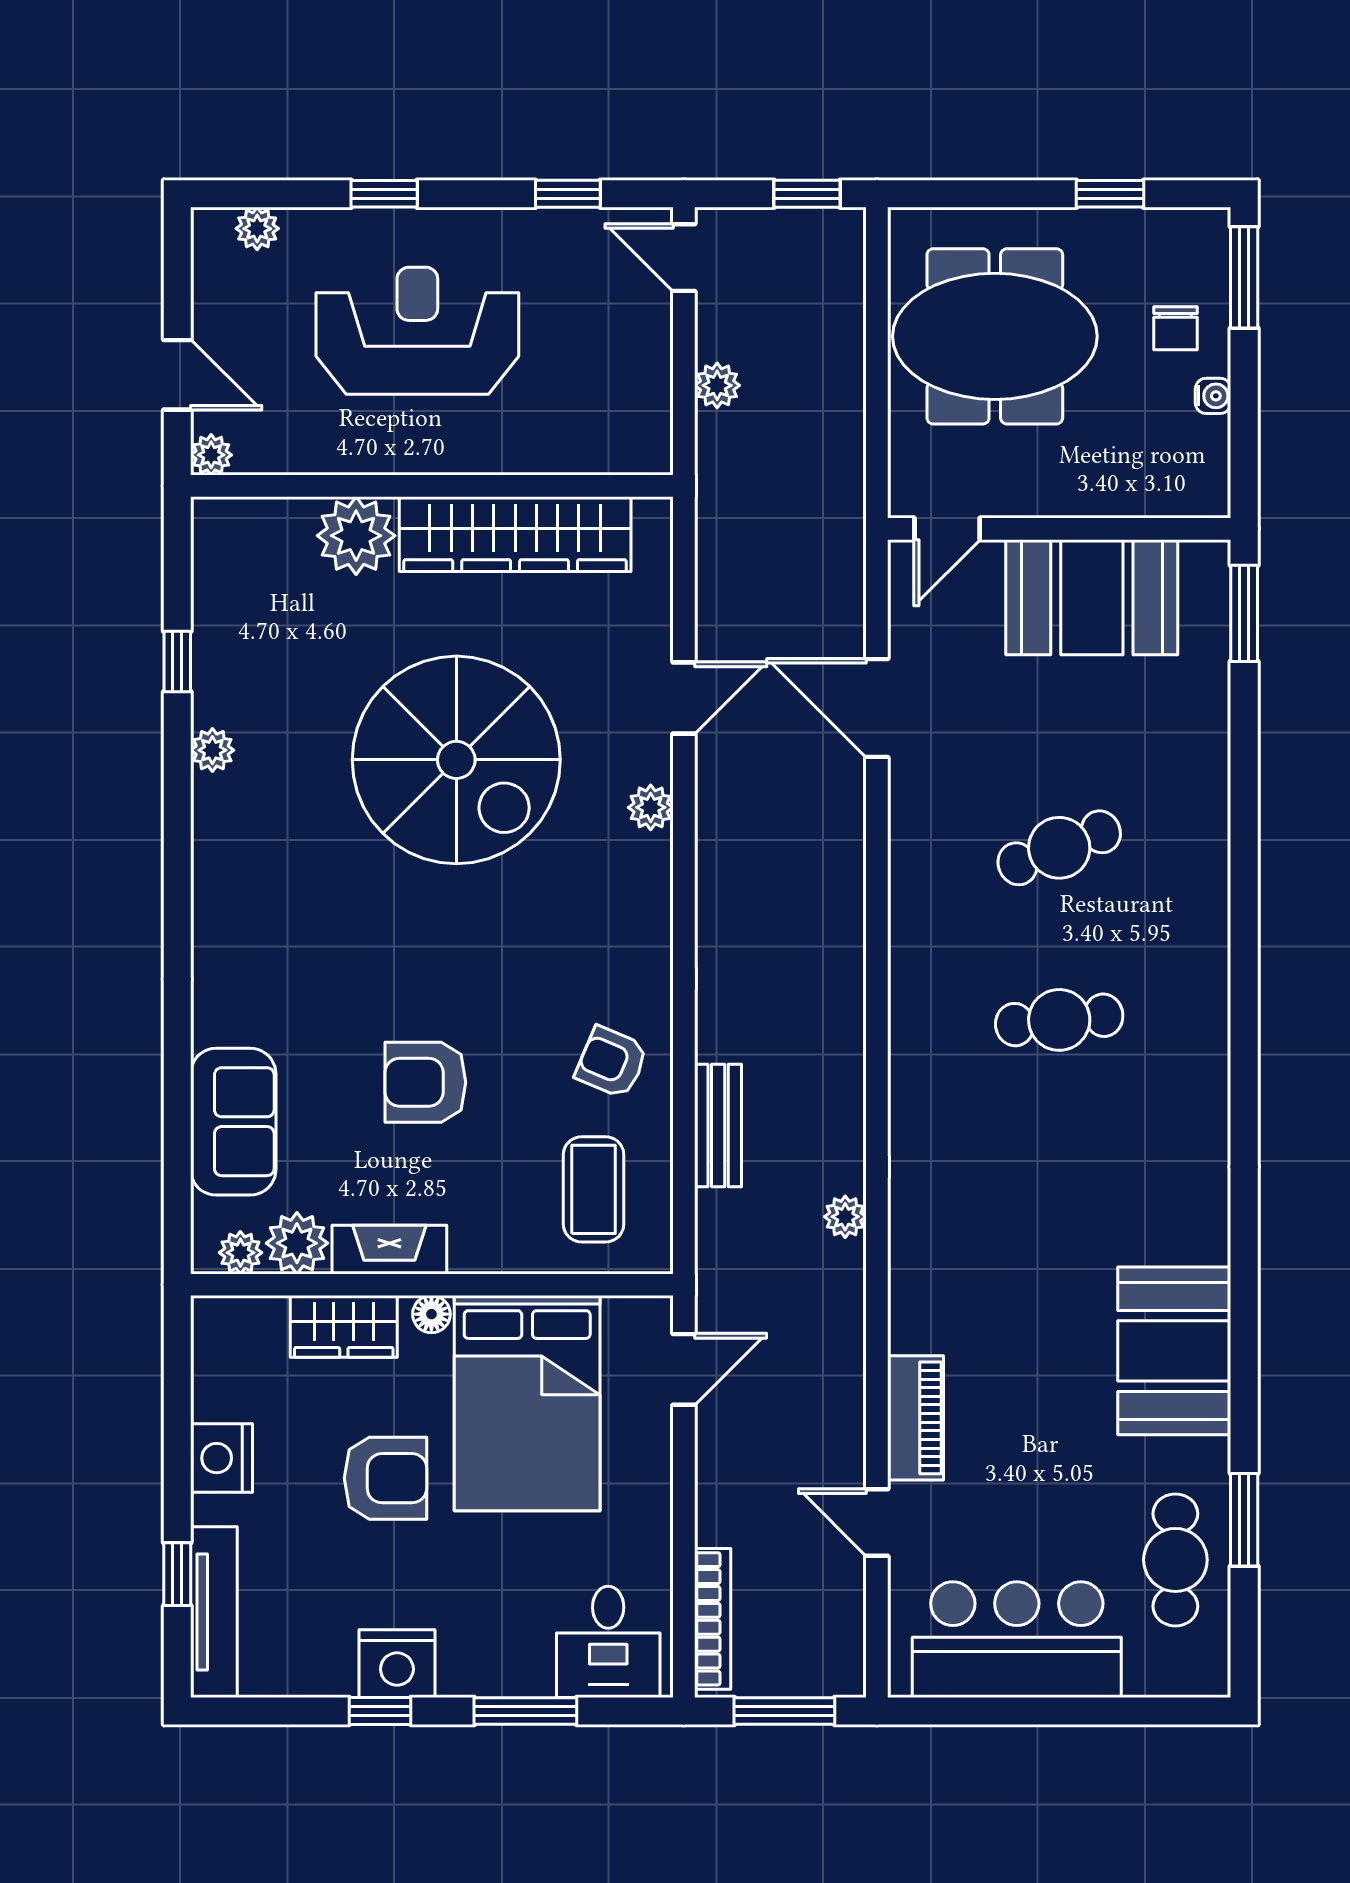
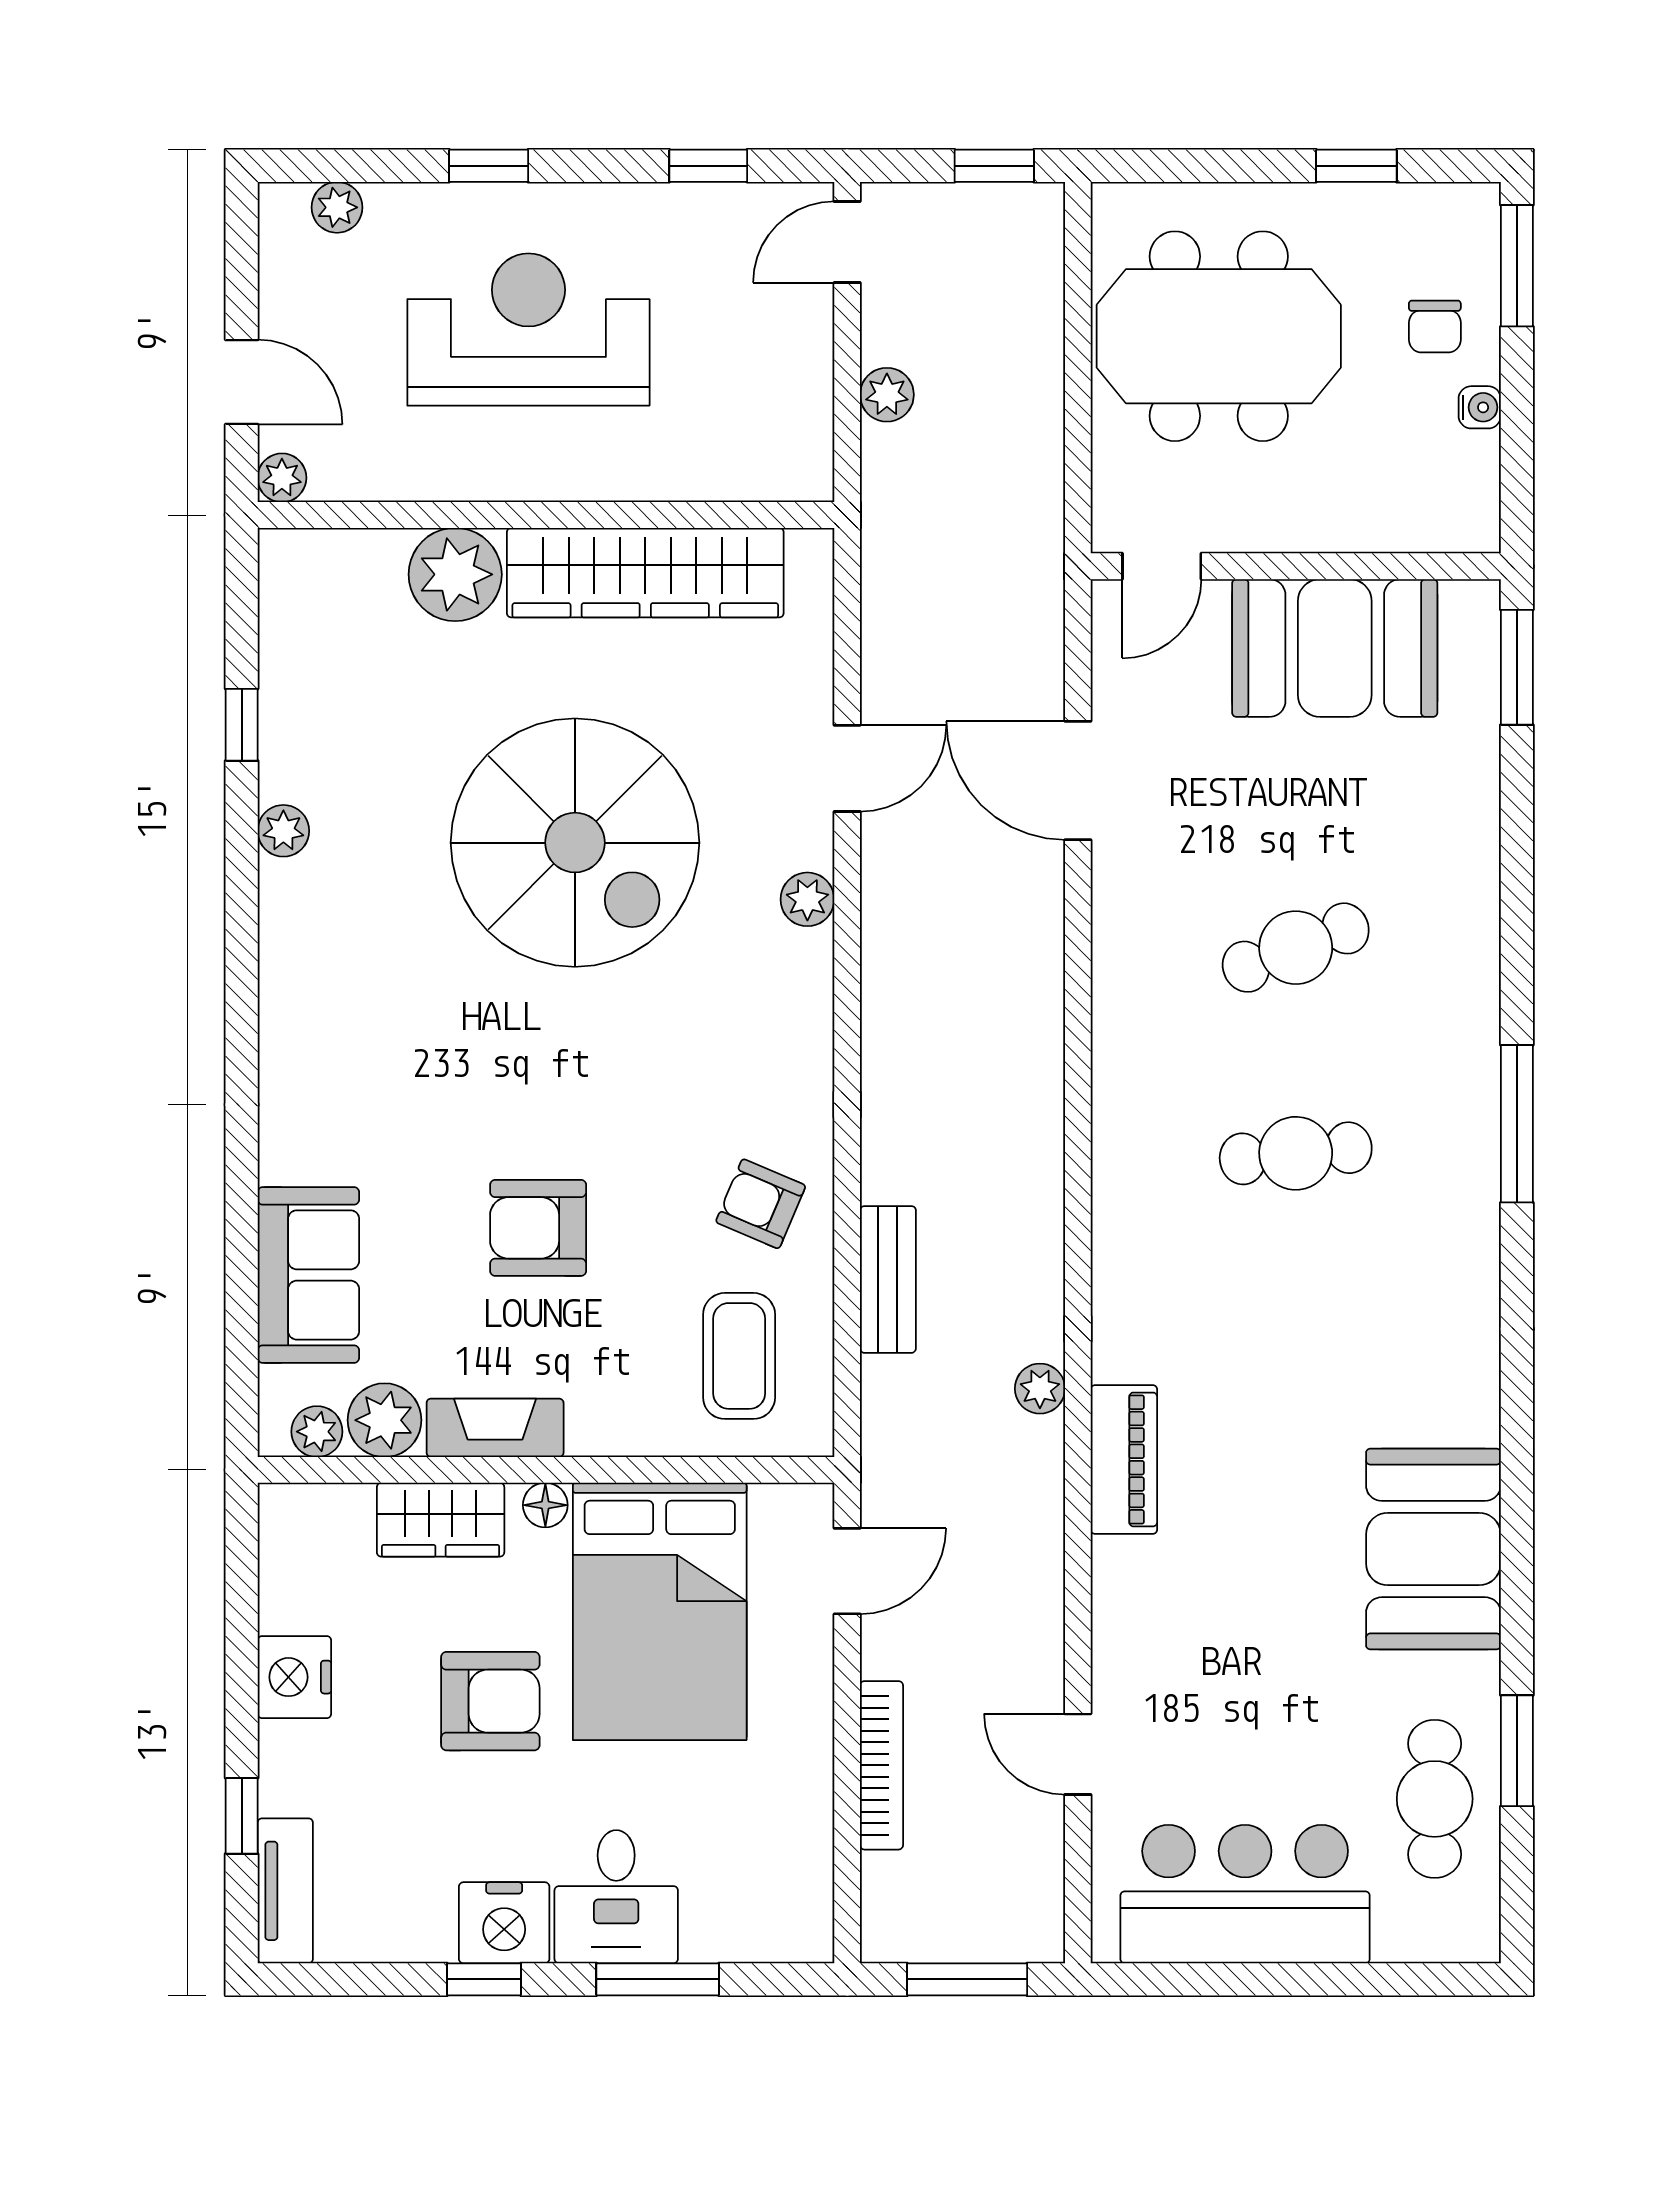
door: (684, 258) -> (847, 242), hinge flipped
window: (1244, 995) -> (1517, 1124), added
piano: (915, 1418) -> (1124, 1459), moved
tv unit: (214, 1612) -> (285, 1891), width x0.71
bookcase: (713, 1619) -> (881, 1765), moved
desk: (608, 1642) -> (616, 1897), moved

